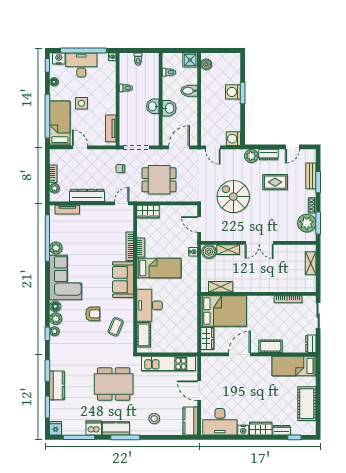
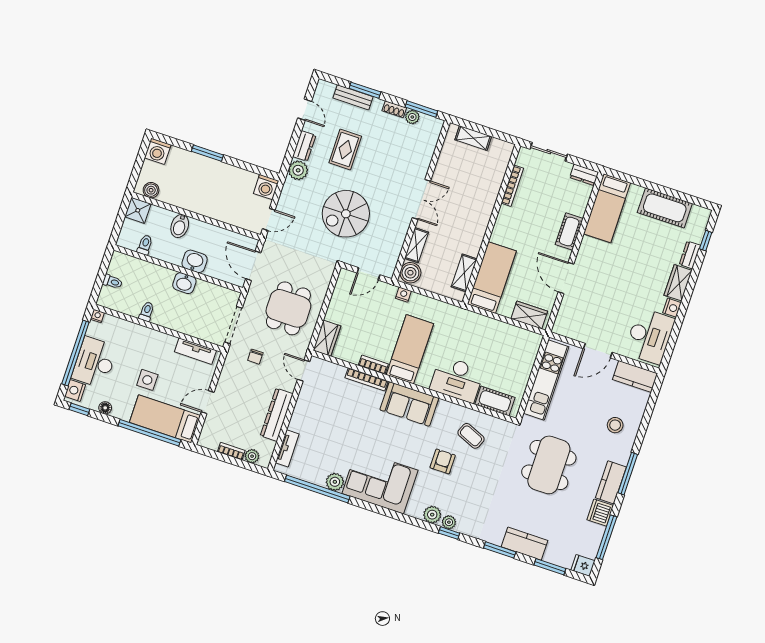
washing machine: (233, 92) -> (158, 151), moved
plant: (307, 223) -> (412, 117), width x0.53, depth x0.53
floor lamp: (55, 306) -> (415, 510), removed
bed: (224, 311) -> (492, 278), width x0.67

